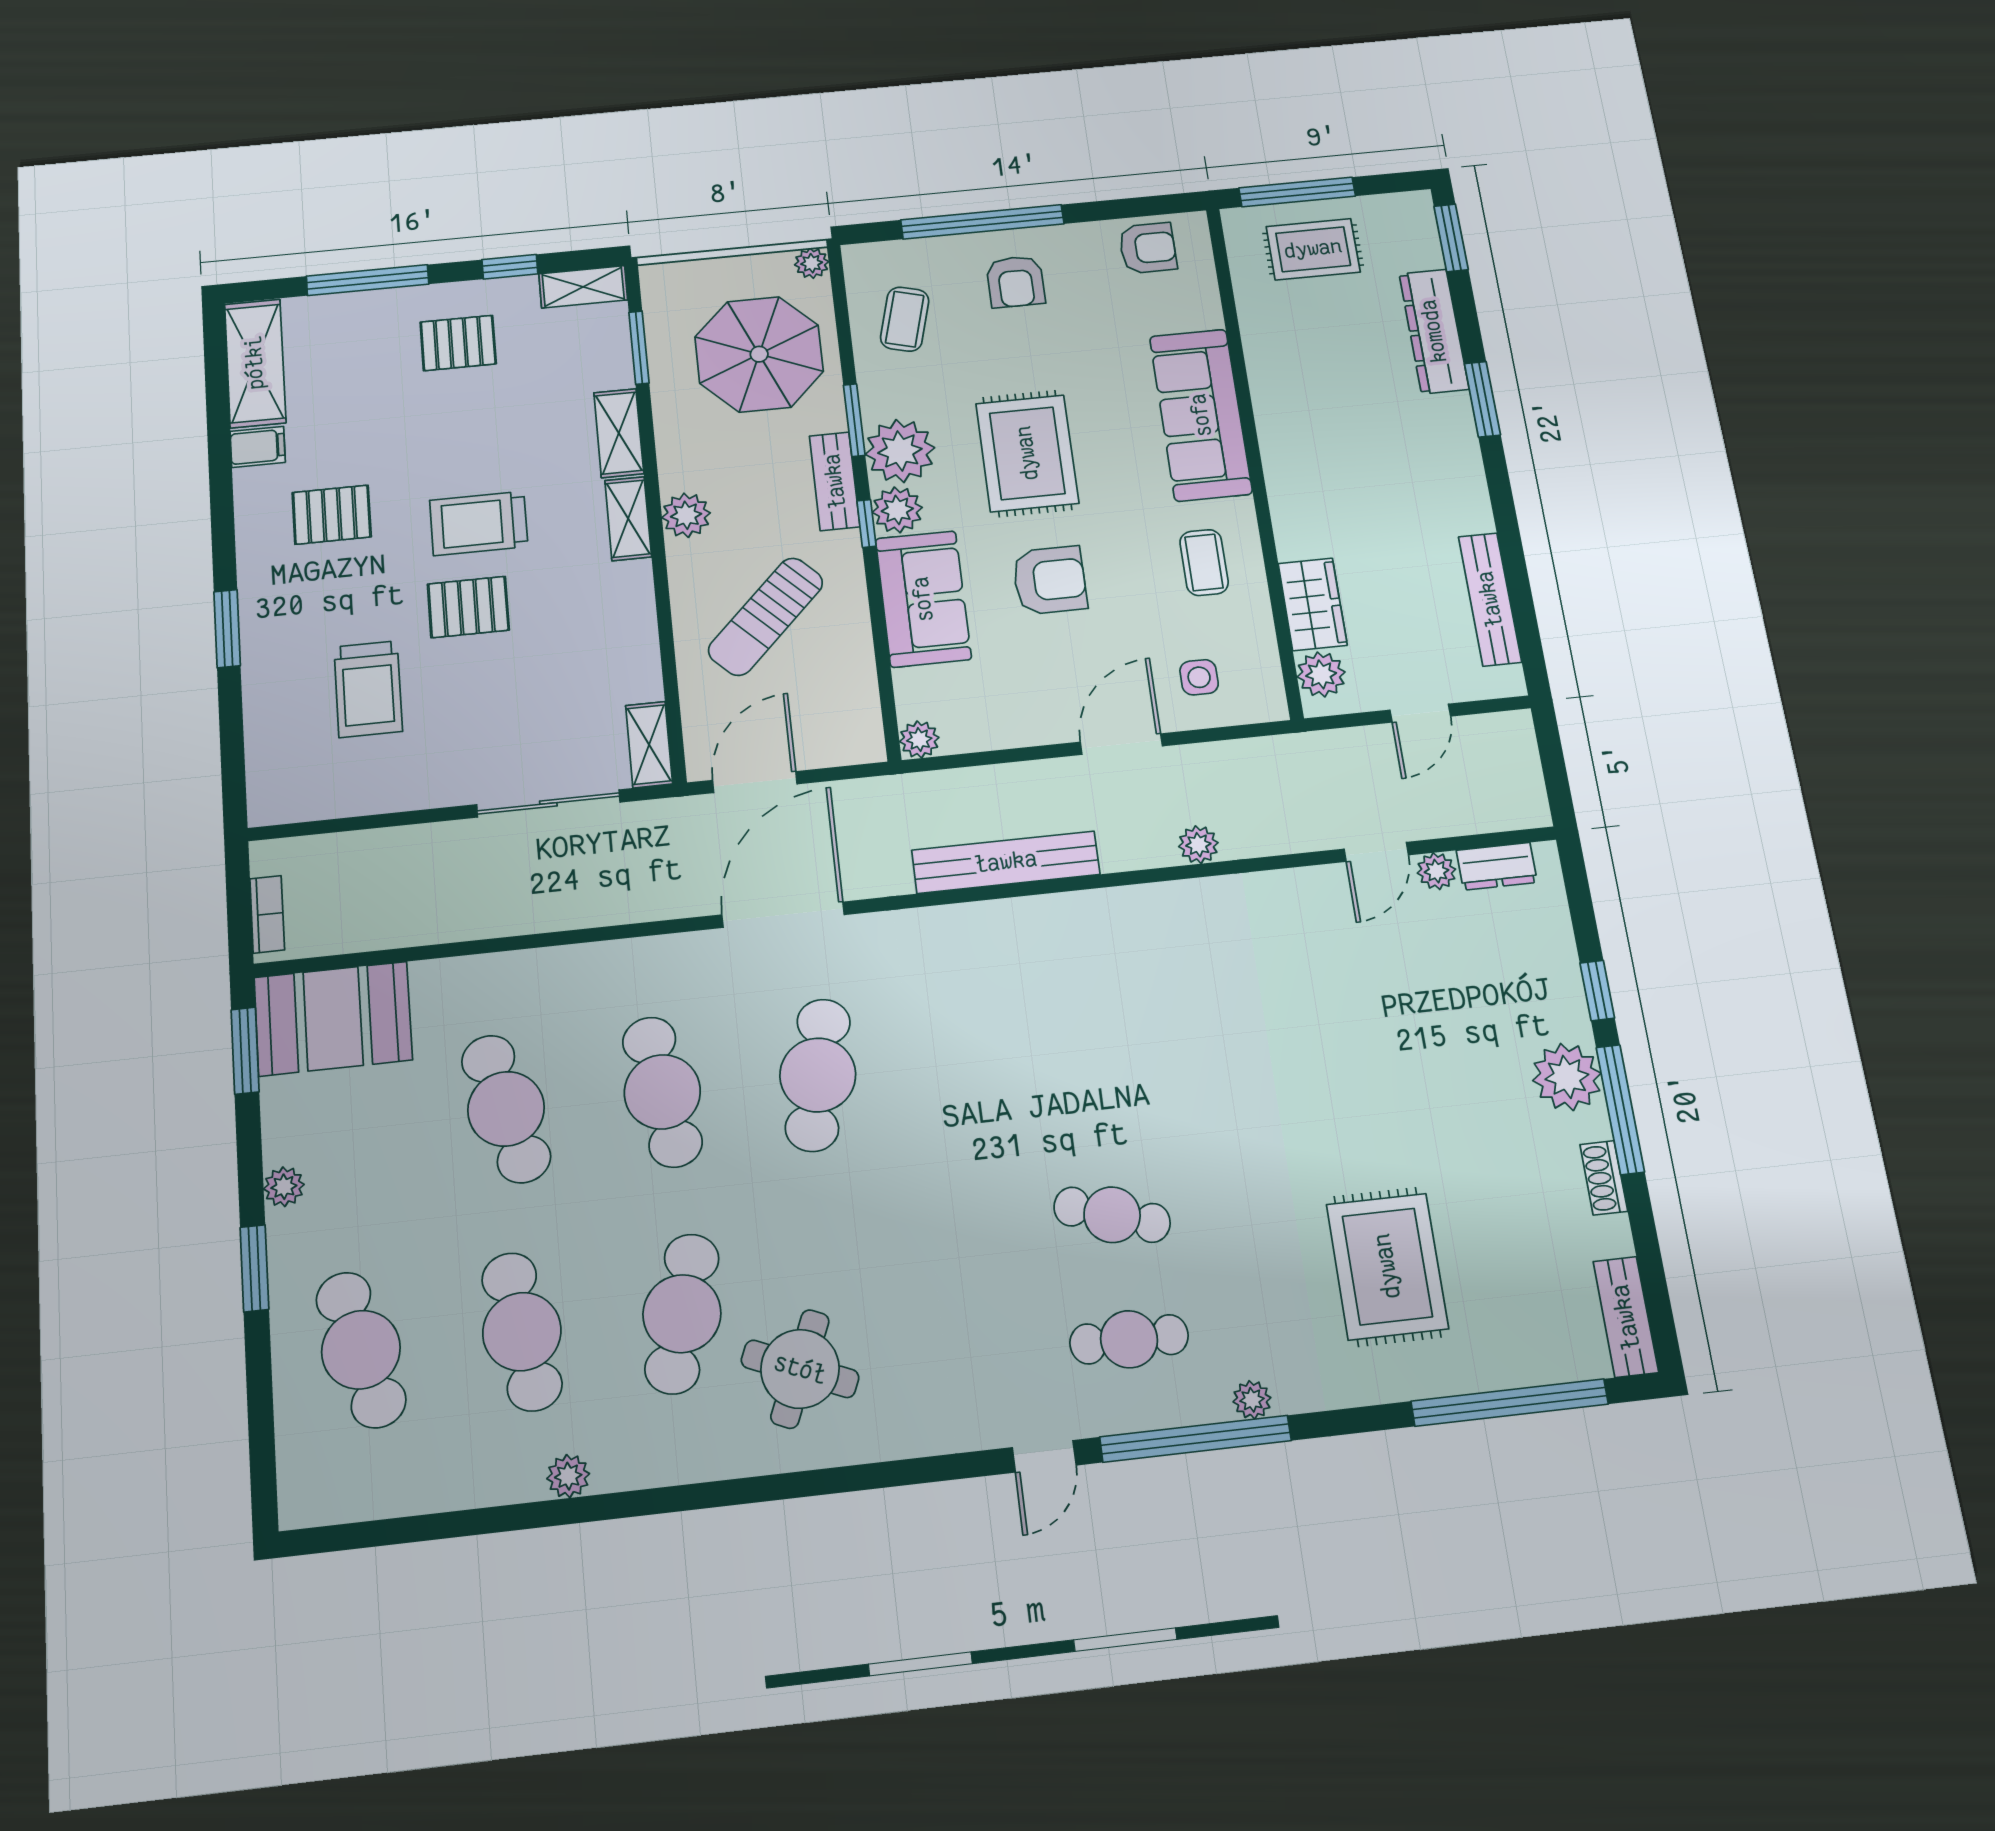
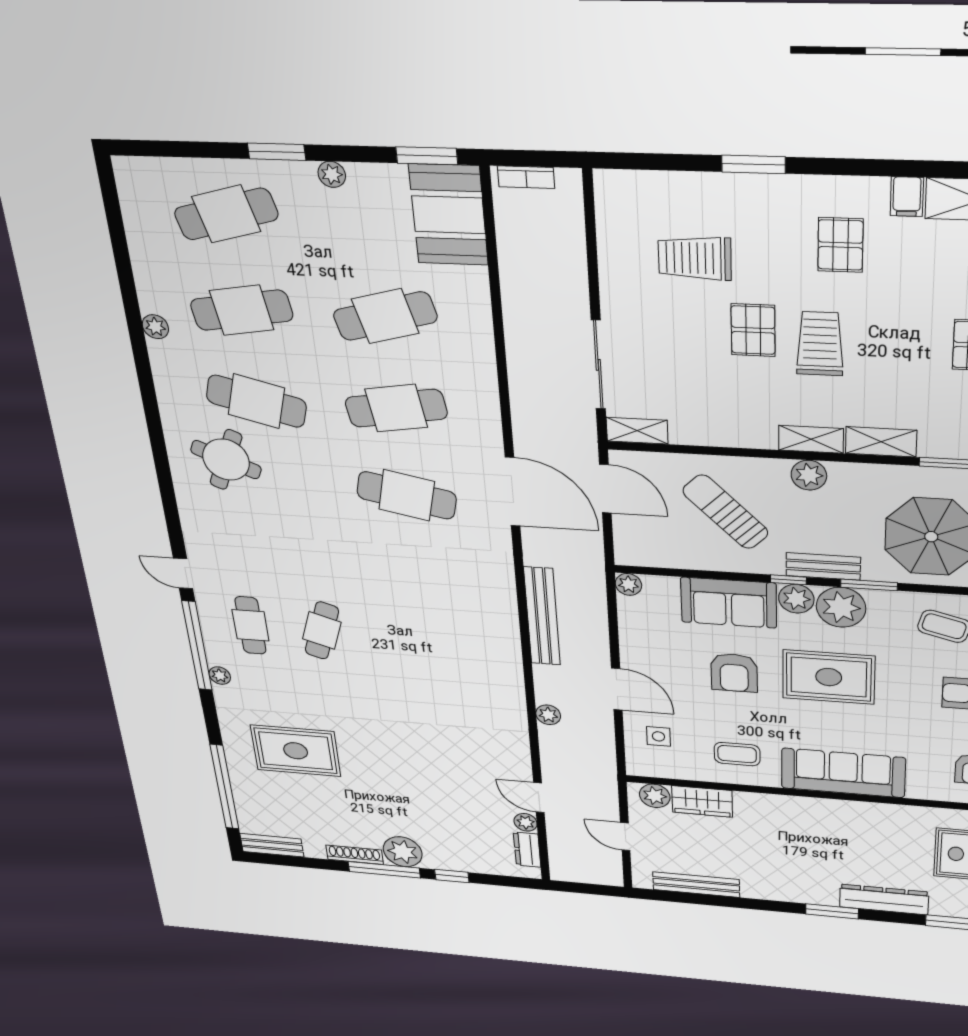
shoe rack: (1604, 1178) -> (355, 855), width x1.43

